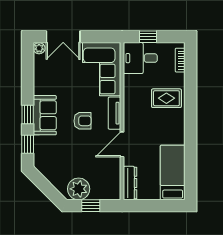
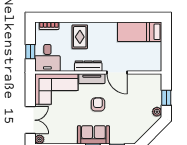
dresser: (130, 183) -> (88, 66), moved
plant: (79, 189) -> (157, 112), width x0.53, depth x0.53

